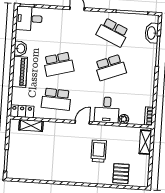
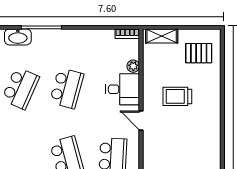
school desk: (110, 67) -> (67, 88), turned 36
pallet: (121, 174) -> (199, 53), moved

